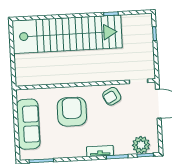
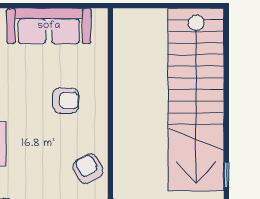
armchair: (72, 112) -> (66, 100), width x0.53, depth x0.53

